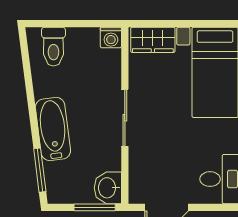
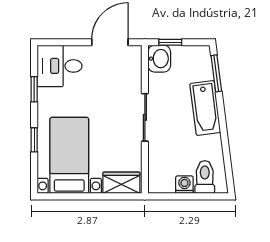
washing machine: (111, 38) -> (184, 185), moved
window: (95, 207) -> (170, 42), width x0.67

